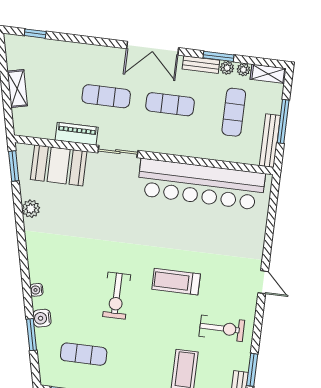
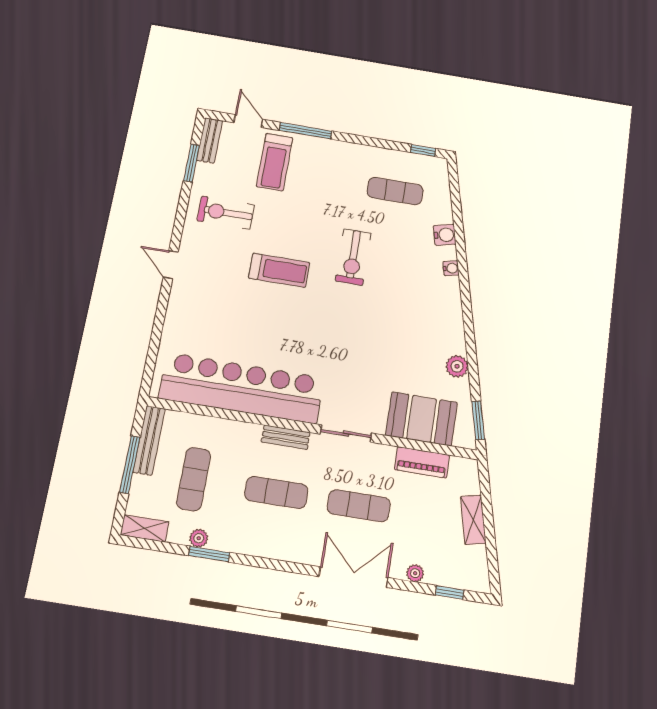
double door: (153, 48) -> (354, 577), moved
bench: (201, 65) -> (286, 437), moved
plant: (243, 70) -> (415, 573), moved
piano: (77, 134) -> (422, 462), moved
exercise bike: (117, 296) -> (353, 257), turned 180
window: (32, 335) -> (457, 216), removed

